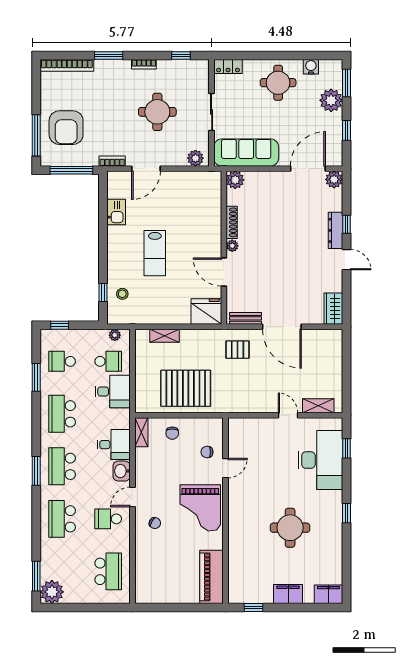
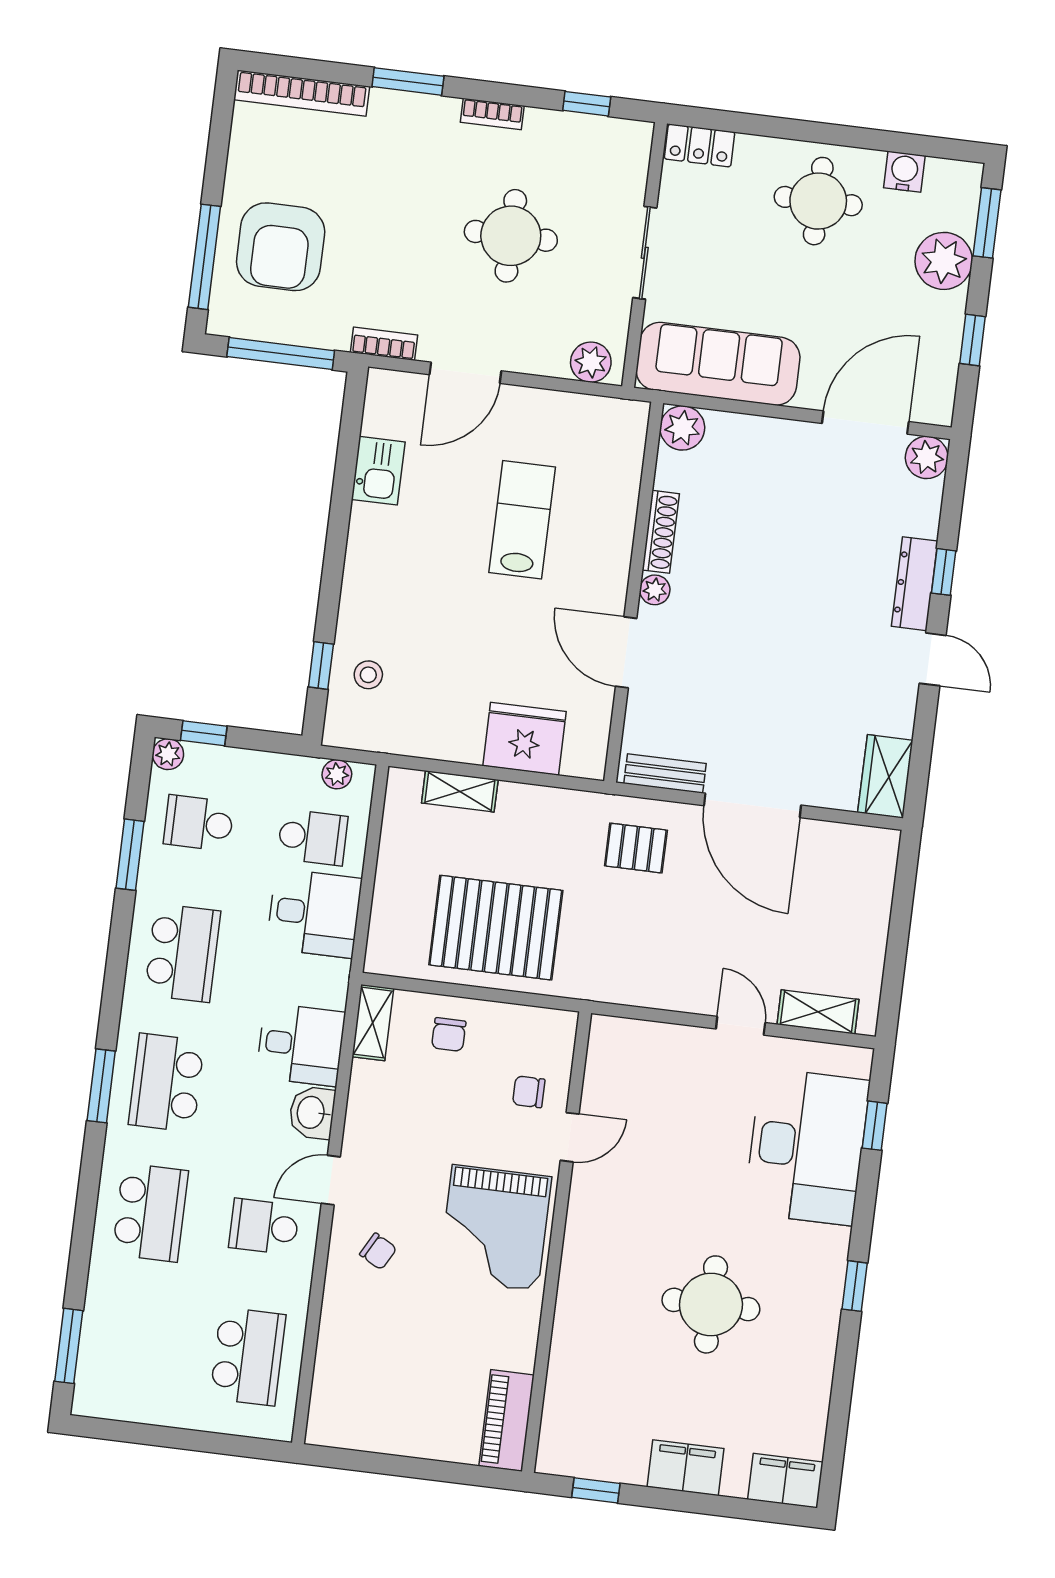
lab bench: (155, 253) -> (522, 520), moved, turned 180
fridge: (206, 312) -> (524, 739), moved
school desk: (62, 414) -> (183, 953), turned 180
school desk: (62, 519) -> (150, 1212), turned 180
piano: (212, 577) -> (507, 1420), width x0.73, depth x0.75
plant: (52, 592) -> (168, 754), moved, width x0.53, depth x0.53

